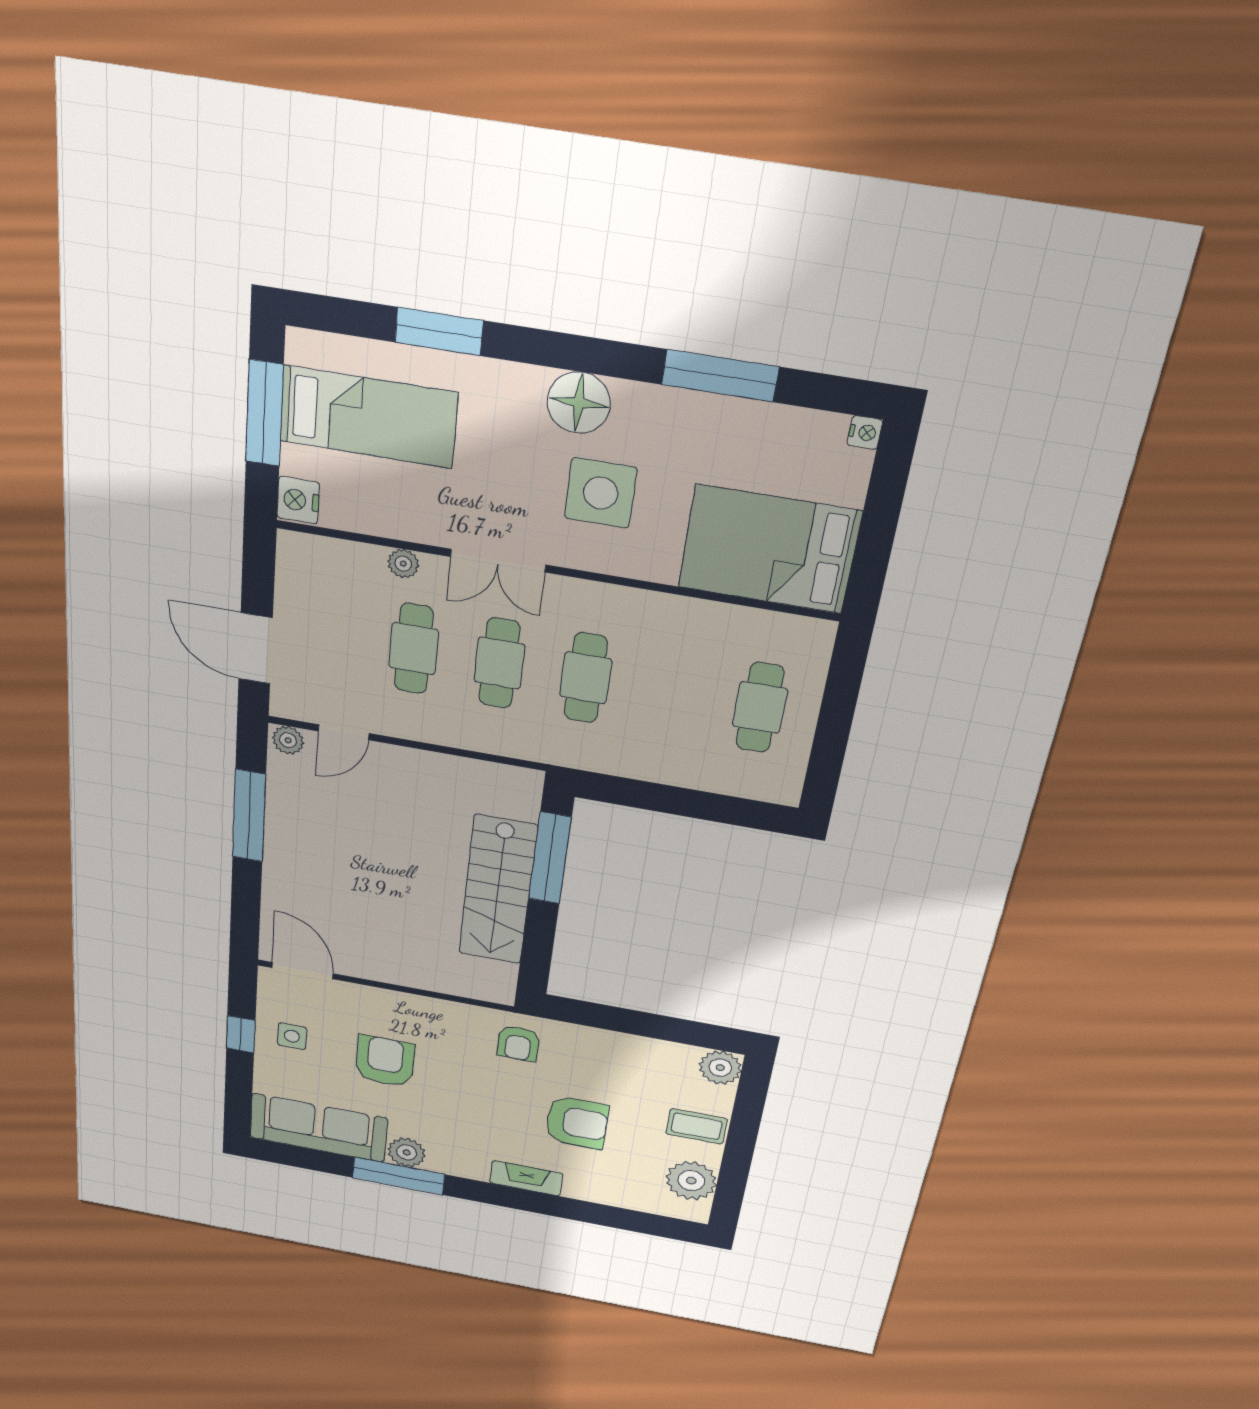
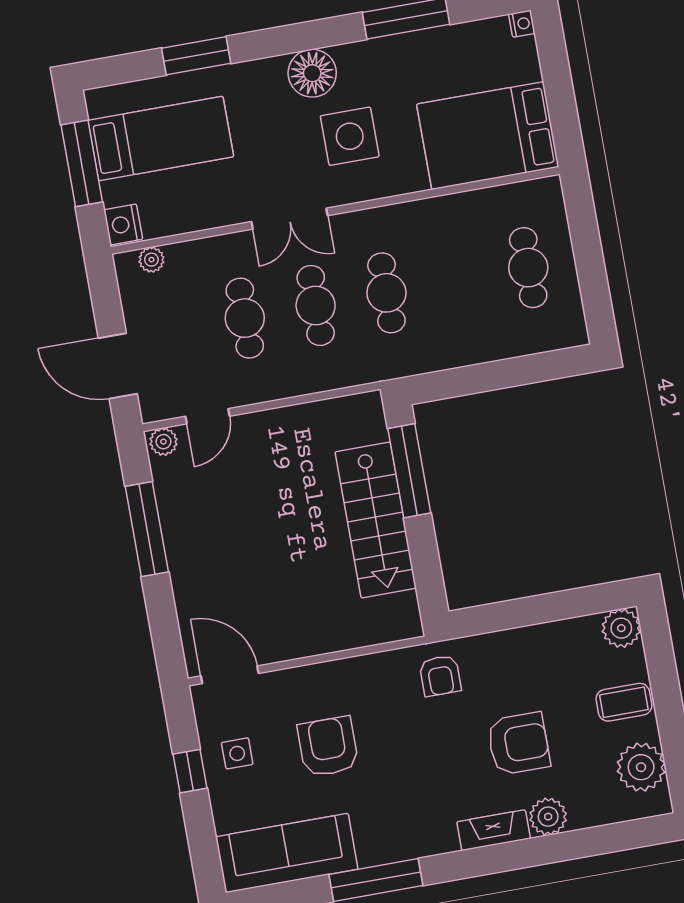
plant: (403, 564) -> (151, 260), moved
plant: (407, 1152) -> (548, 817), moved

